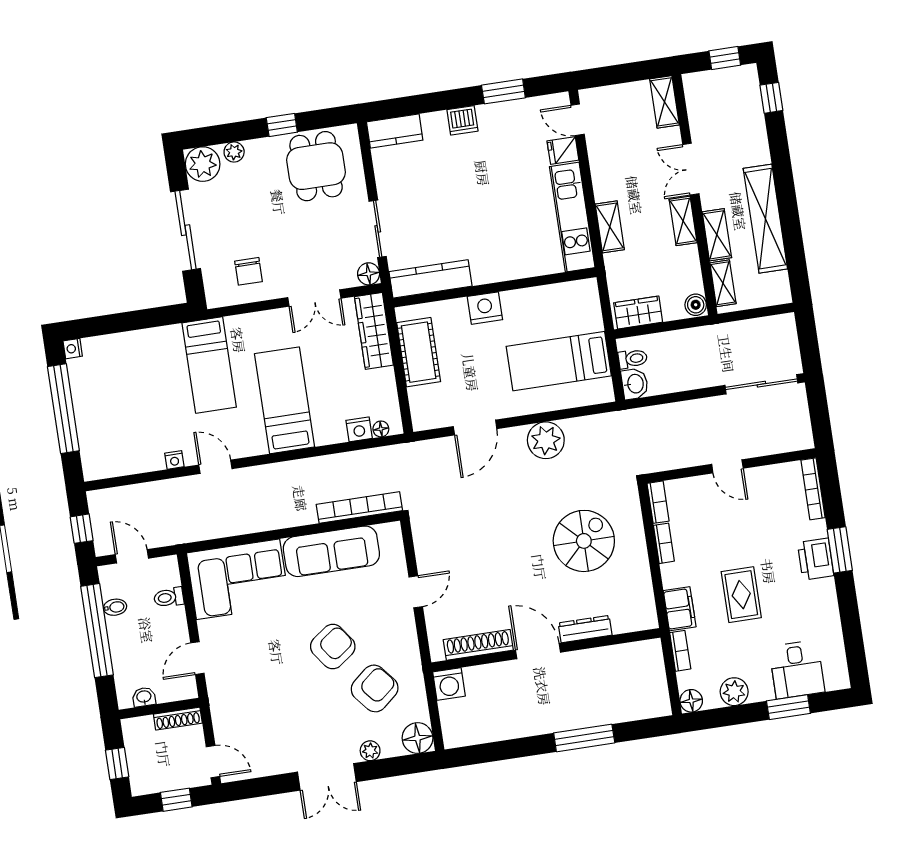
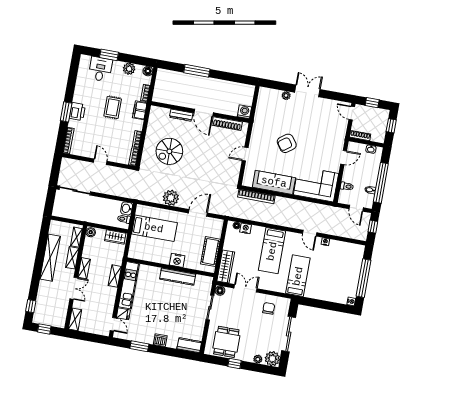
kitchen counter: (431, 279) -> (178, 277), moved
armchair: (375, 688) -> (275, 120), removed
floor lamp: (417, 738) -> (265, 94), removed

